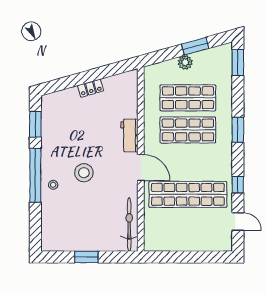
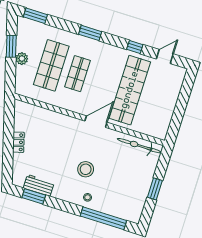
shop shelf: (188, 130) -> (77, 74), width x0.70, depth x0.74
workbench: (129, 135) -> (39, 185), moved, turned 180
window: (35, 175) -> (103, 218), moved

